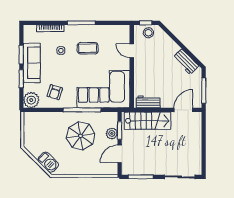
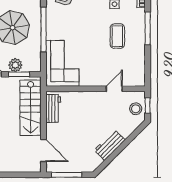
workbench: (186, 62) -> (110, 145), moved
corner sofa: (103, 89) -> (62, 63), width x0.73, depth x0.74

